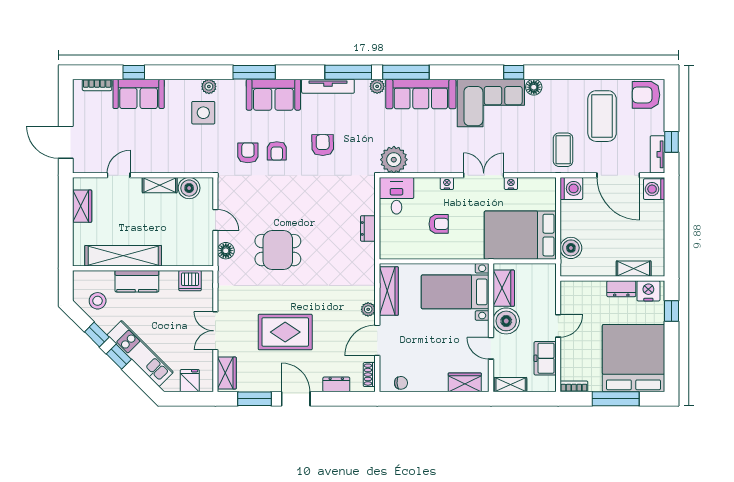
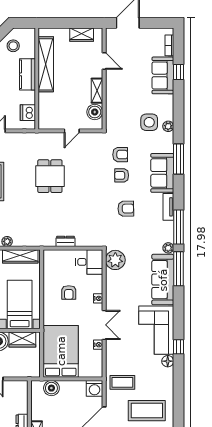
tv unit: (328, 86) -> (168, 207), width x0.71
floor lamp: (226, 251) -> (49, 139), removed

